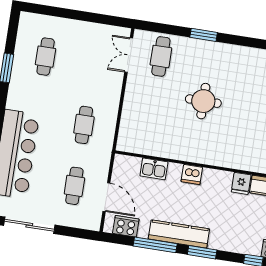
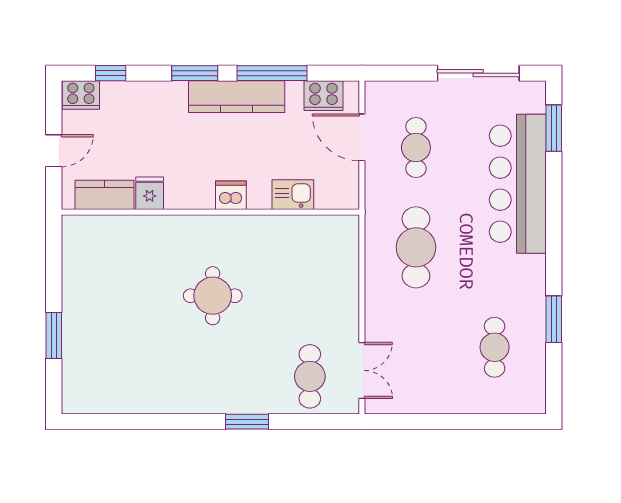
round table: (203, 101) -> (213, 296), moved
cafe table: (84, 125) -> (416, 247), width x1.37, depth x1.35

